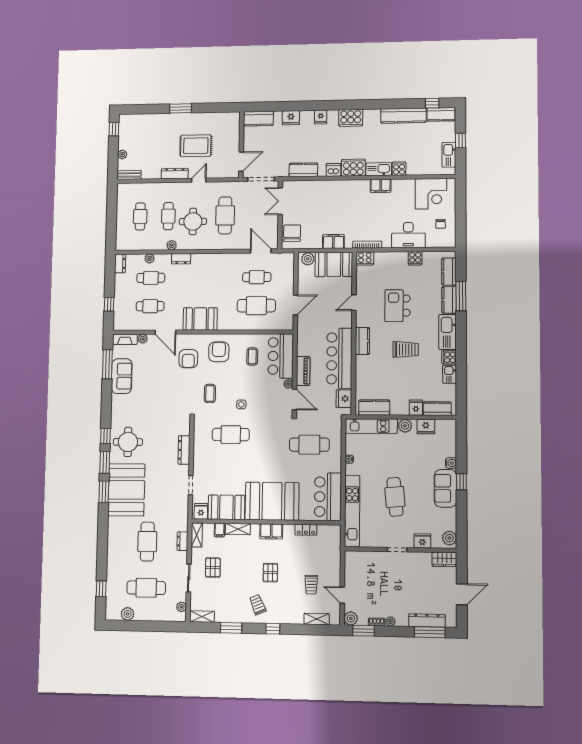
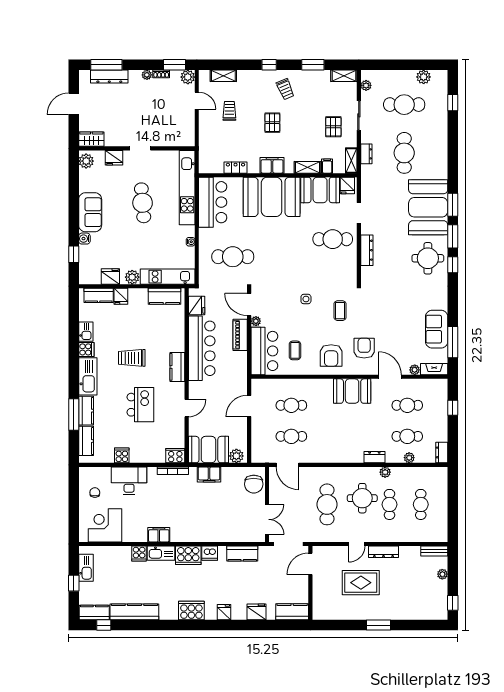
cafe table: (256, 306) -> (291, 405), width x0.73, depth x0.74
cafe table: (231, 435) -> (333, 239), moved
window: (461, 482) -> (74, 254), moved

